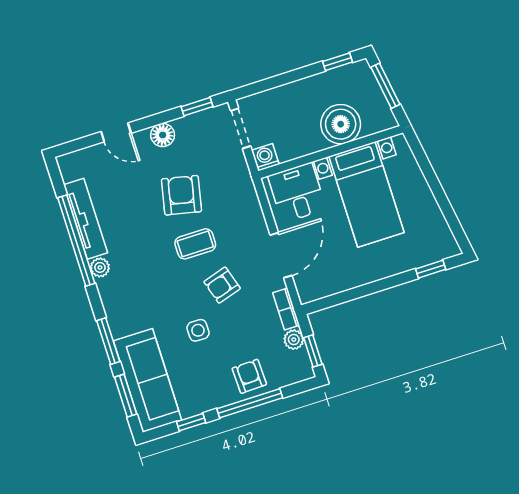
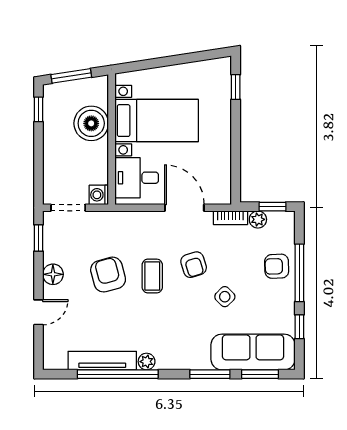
armchair: (181, 195) -> (108, 275), turned 63
side table: (198, 330) -> (225, 297), turned 45

